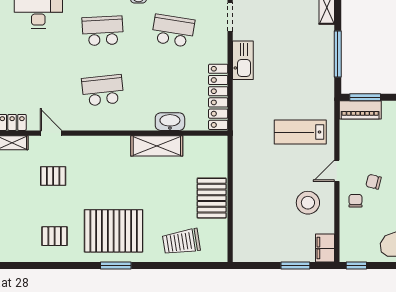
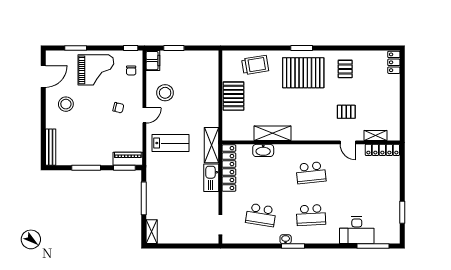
kitchen sink: (243, 60) -> (211, 178), moved
shelving: (243, 129) -> (211, 145), added
chair: (355, 201) -> (131, 71), moved
pallet: (55, 236) -> (345, 69), turned 90

